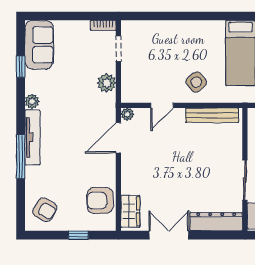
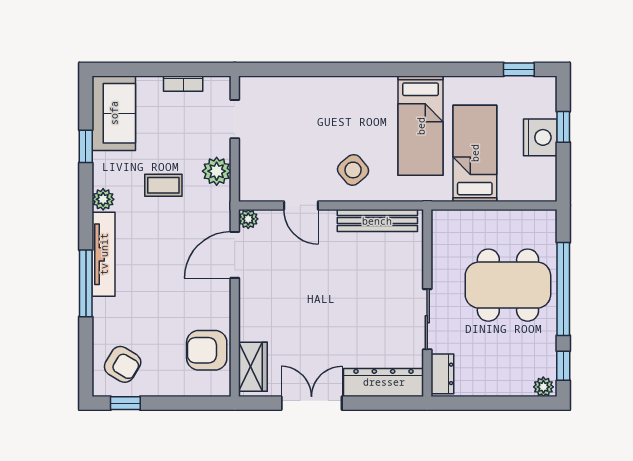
bookcase: (103, 25) -> (183, 84), moved
coffee table: (72, 92) -> (163, 185), added
door: (162, 105) -> (301, 205), hinge flipped
window: (78, 235) -> (125, 403), moved

